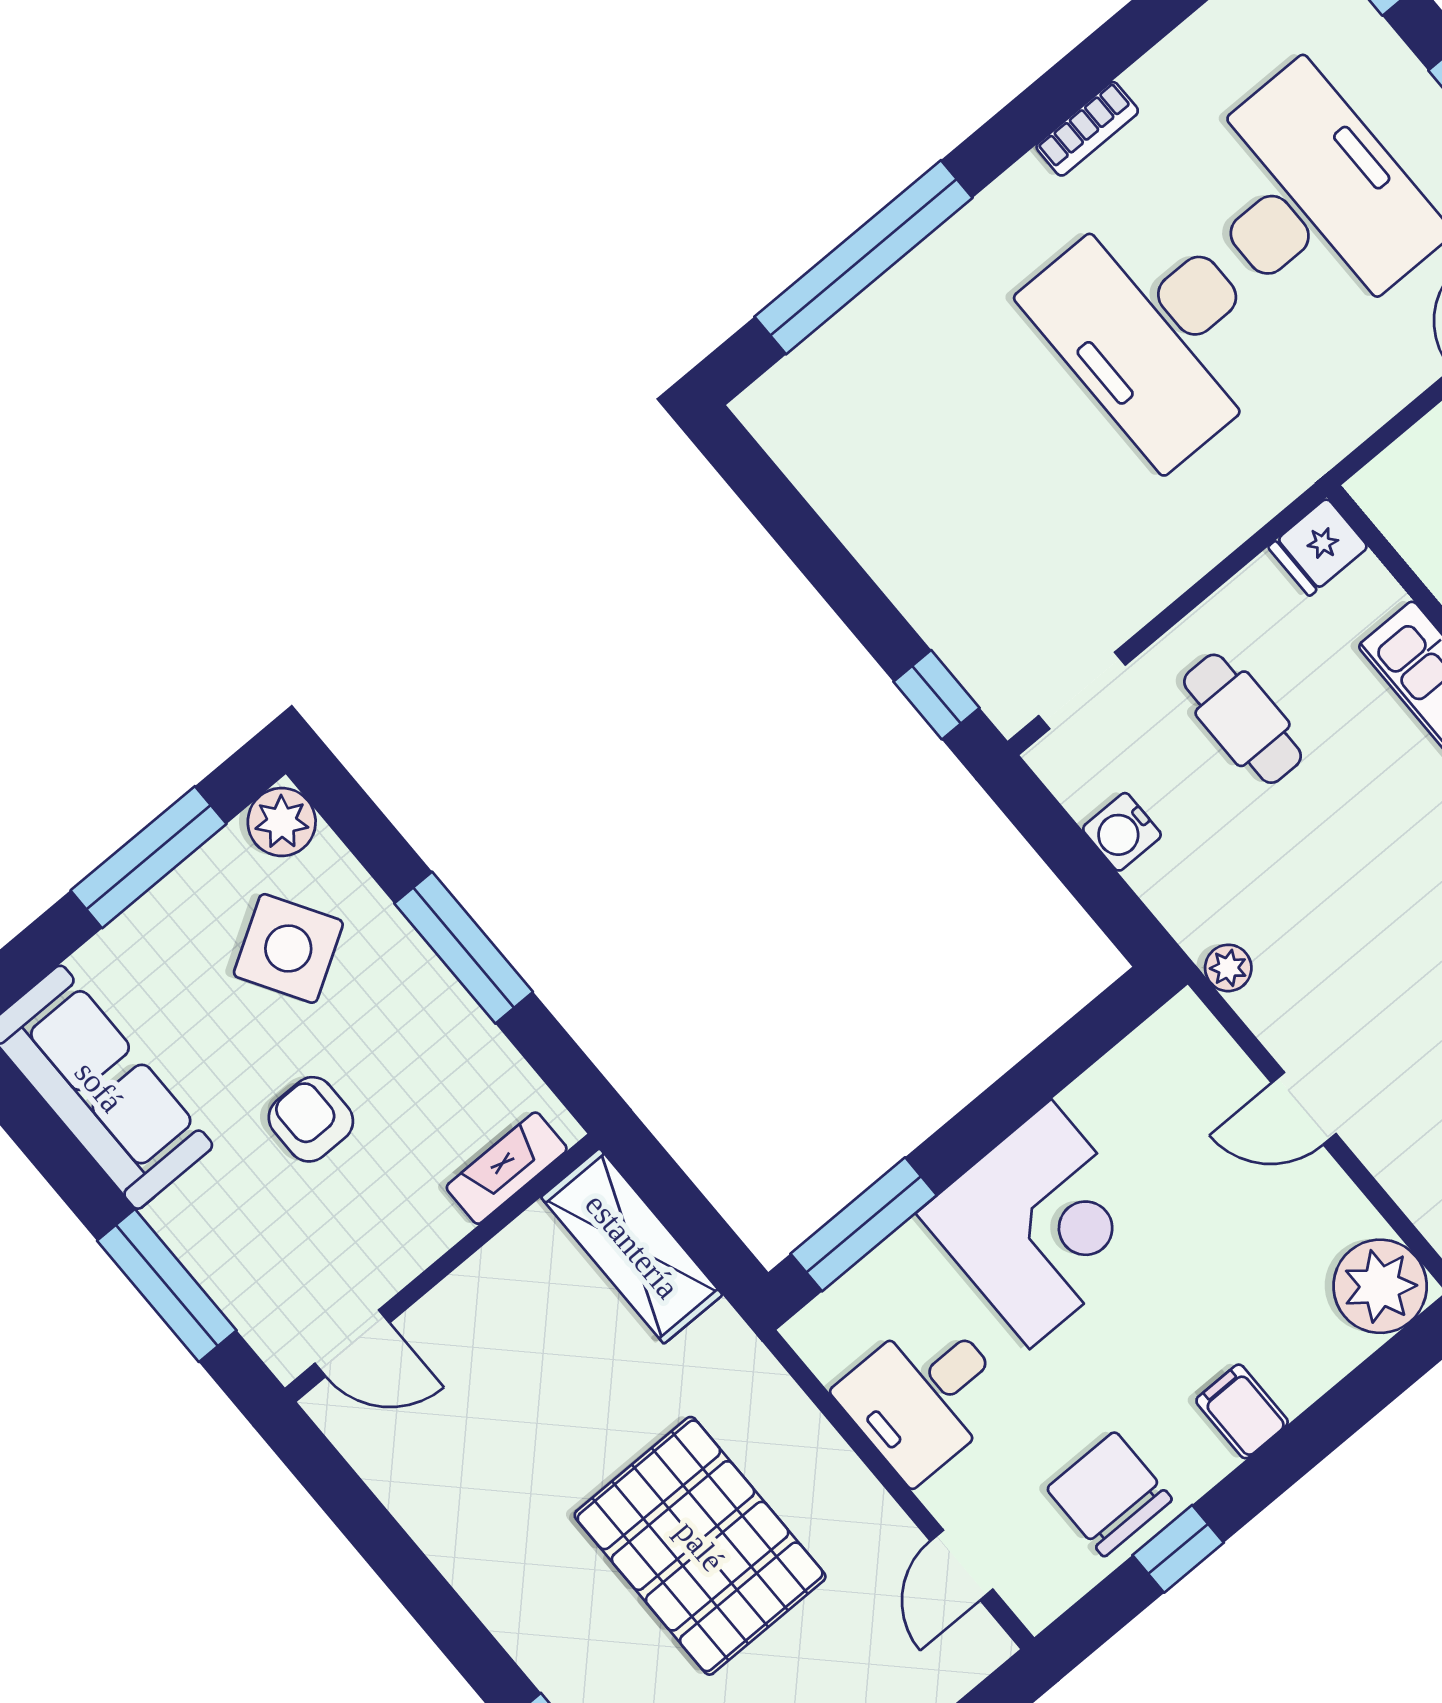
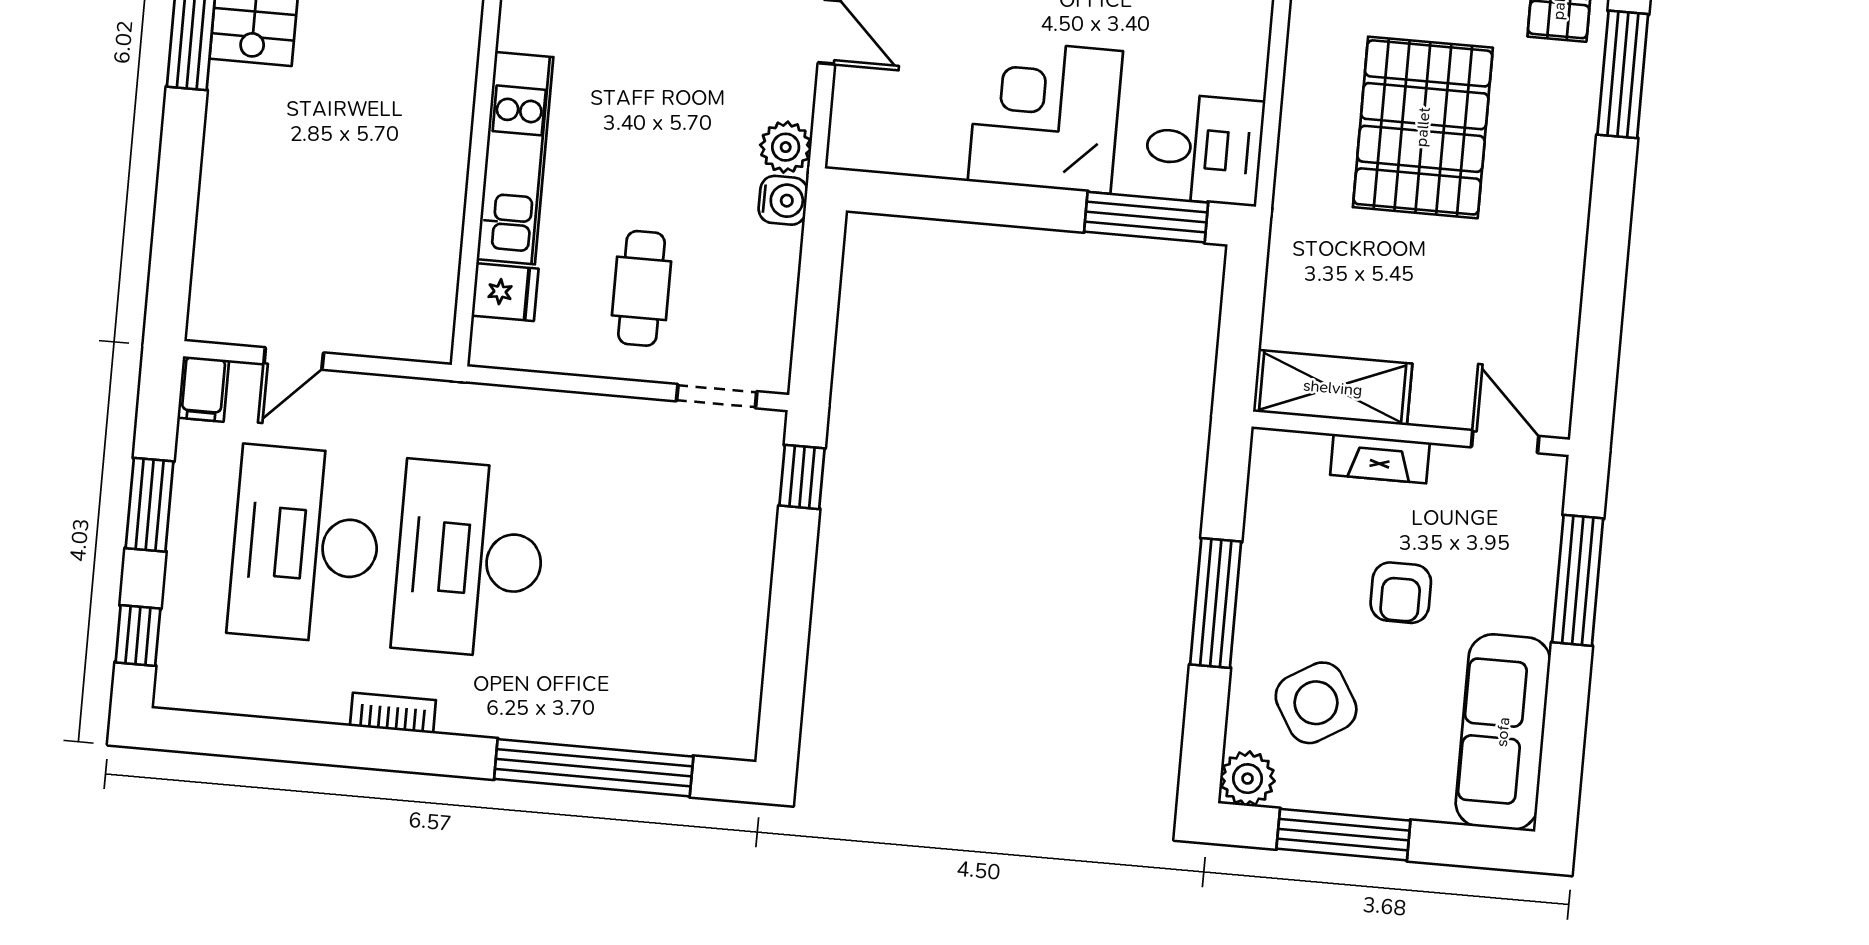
desk: (1155, 331) -> (470, 559), turned 180
fridge: (1318, 547) -> (505, 292), moved
water cooler: (1122, 832) -> (783, 200), moved
plant: (1228, 968) -> (786, 147), width x1.38, depth x1.38
fireplace: (507, 1168) -> (1380, 459), moved
shelving: (632, 1246) -> (1333, 388), moved, turned 90
desk: (924, 1396) -> (1204, 149), moved

